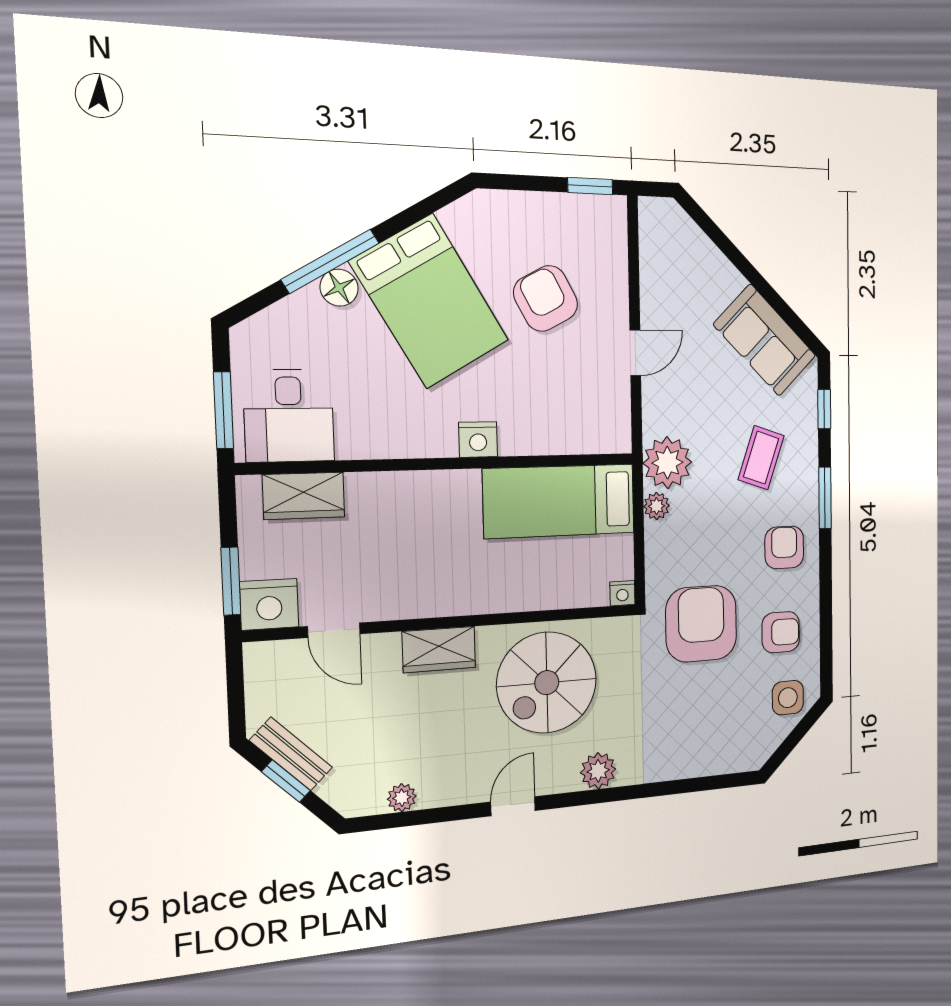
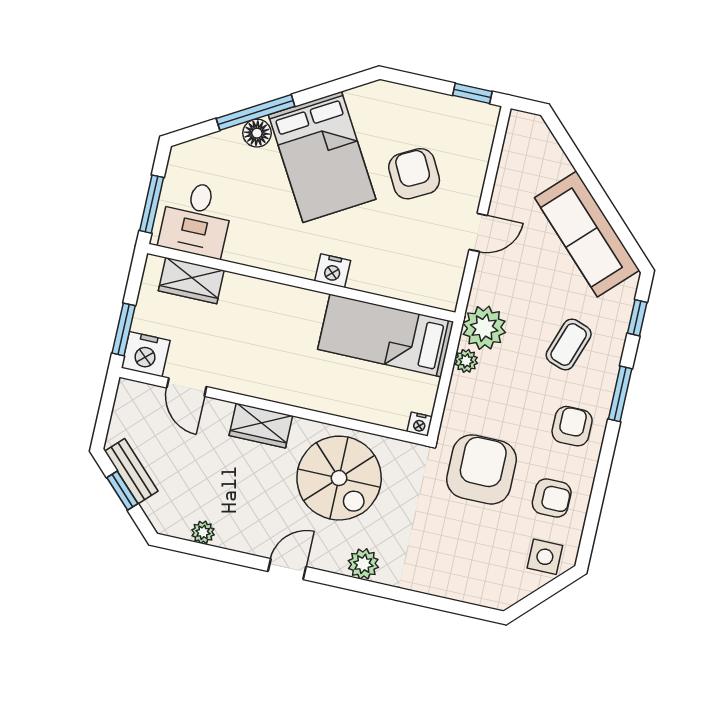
sofa: (765, 340) -> (587, 234), width x1.36
spiral stairs: (547, 683) -> (339, 478), turned -90

